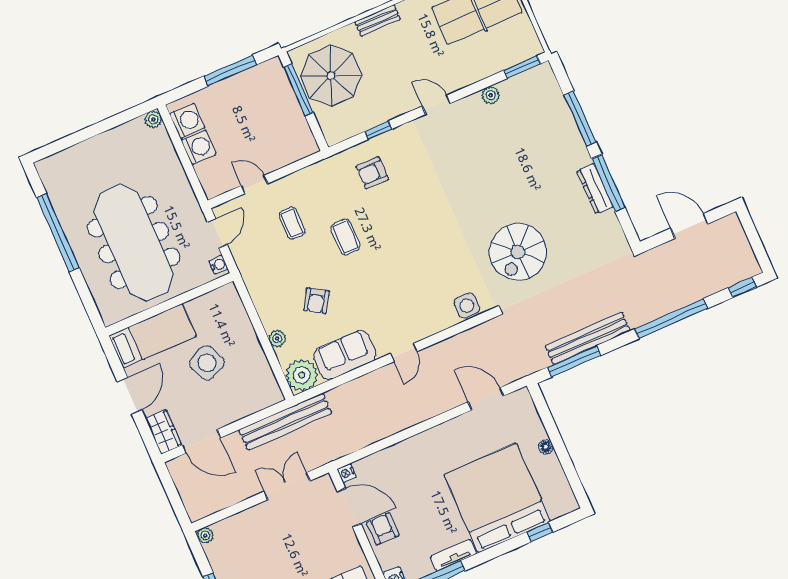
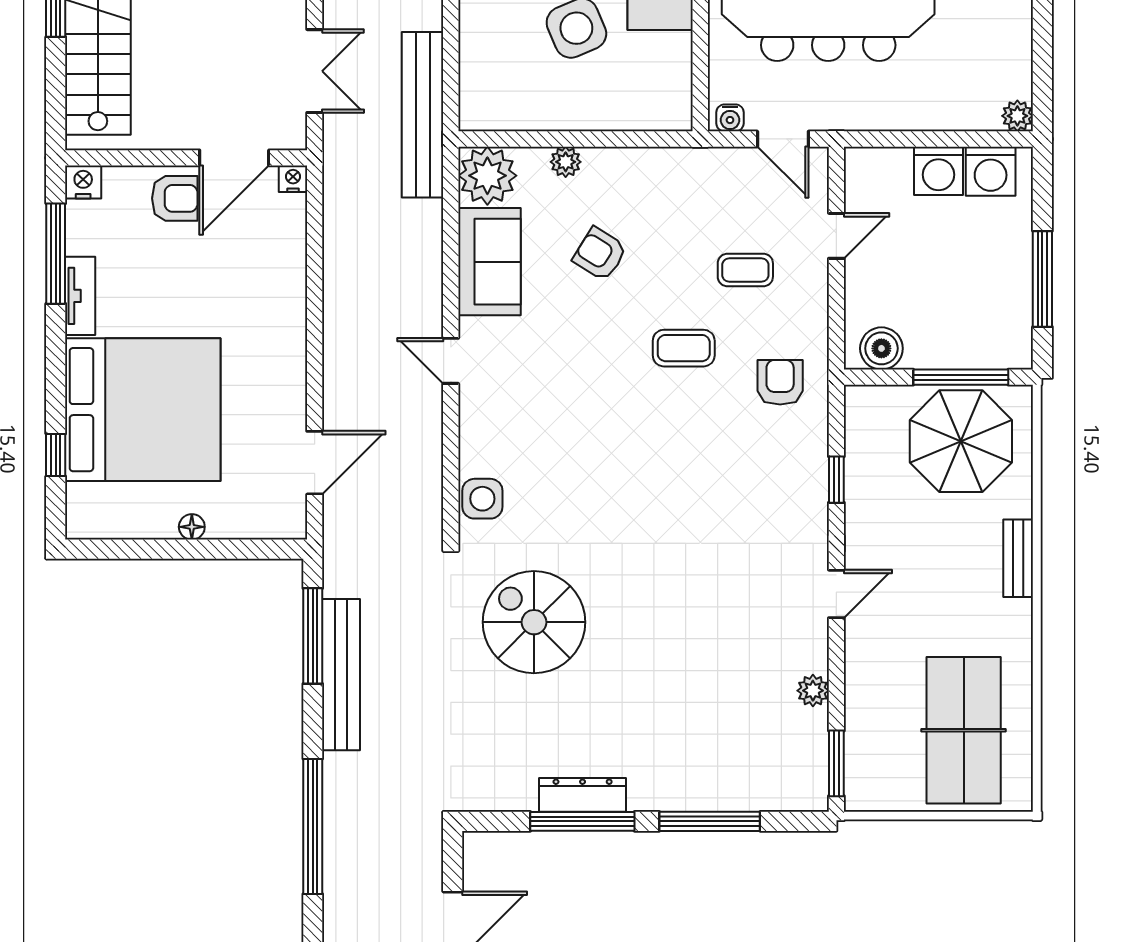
boiler: (302, 137) -> (881, 348), added
armchair: (372, 173) -> (780, 382), moved

